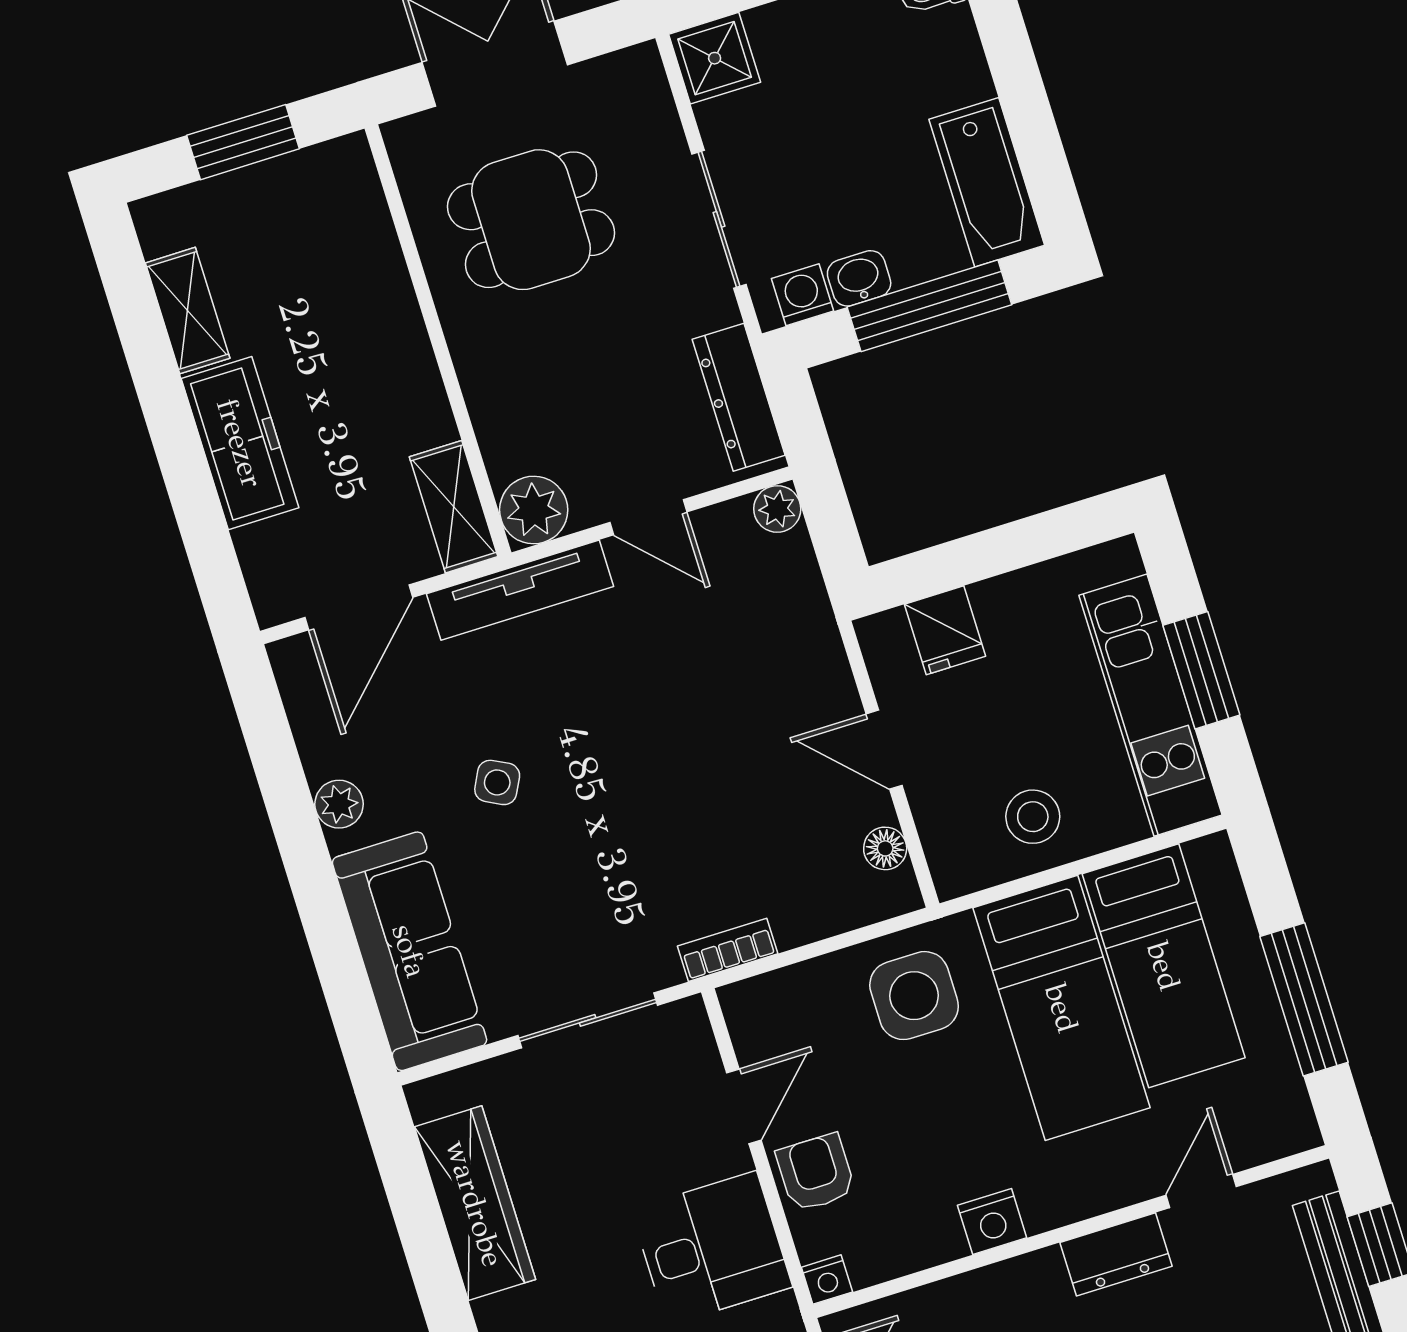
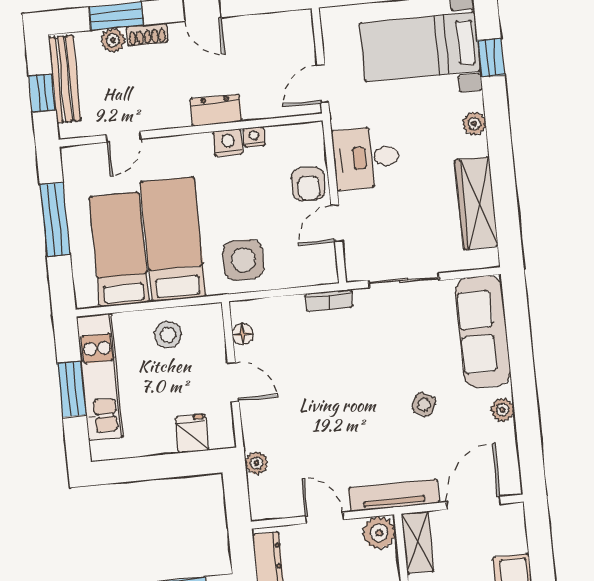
plant: (777, 509) -> (257, 463), moved
dresser: (1116, 1254) -> (216, 110), moved
nightstand: (827, 1280) -> (254, 137), moved

